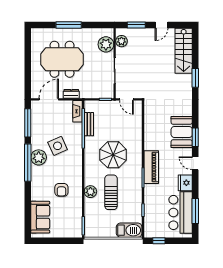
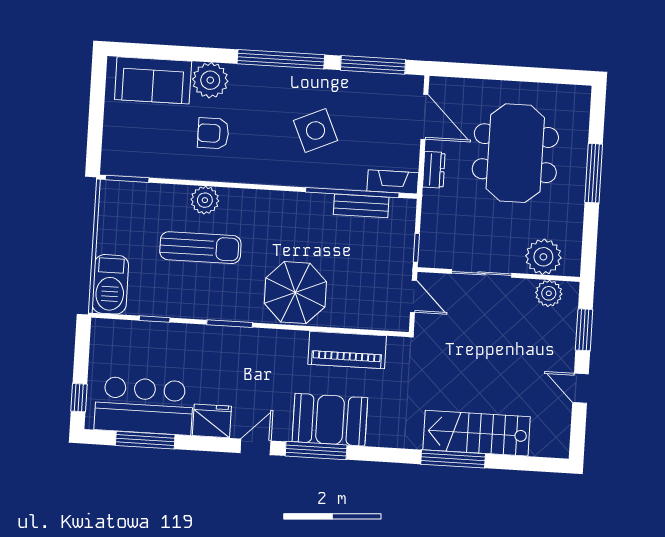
stairs: (184, 51) -> (477, 433), moved
window: (195, 78) -> (453, 459), width x1.44
door: (126, 99) -> (413, 296), swing flipped
window: (195, 137) -> (316, 451), width x1.44
parasol: (113, 155) -> (295, 293), moved
plant: (39, 157) -> (210, 80), moved
piano: (151, 167) -> (347, 350), moved
window: (159, 241) -> (79, 398), moved

